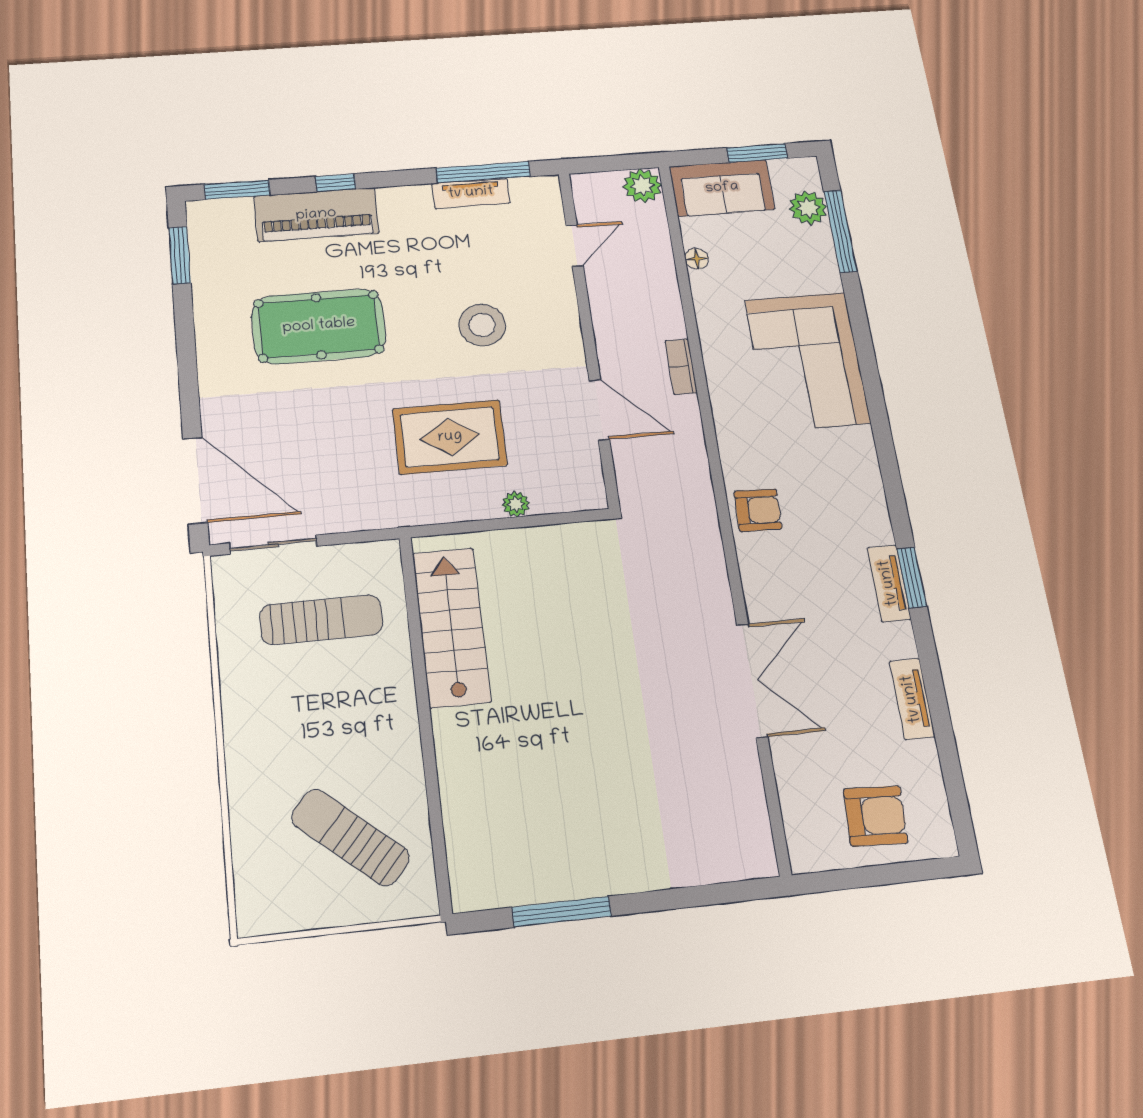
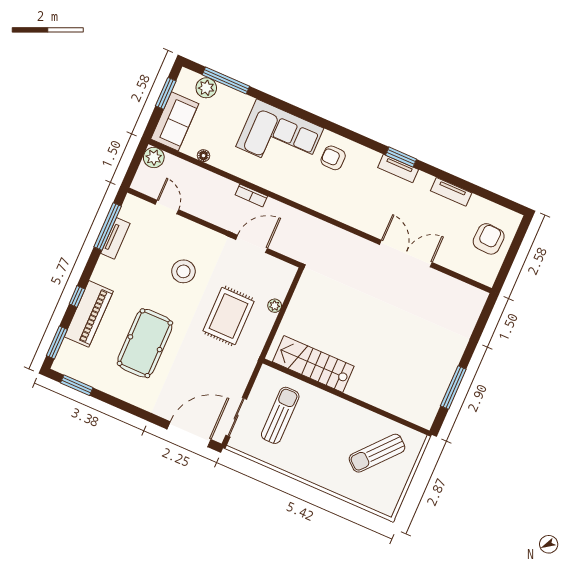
armchair: (758, 510) -> (333, 158), moved, turned -92

